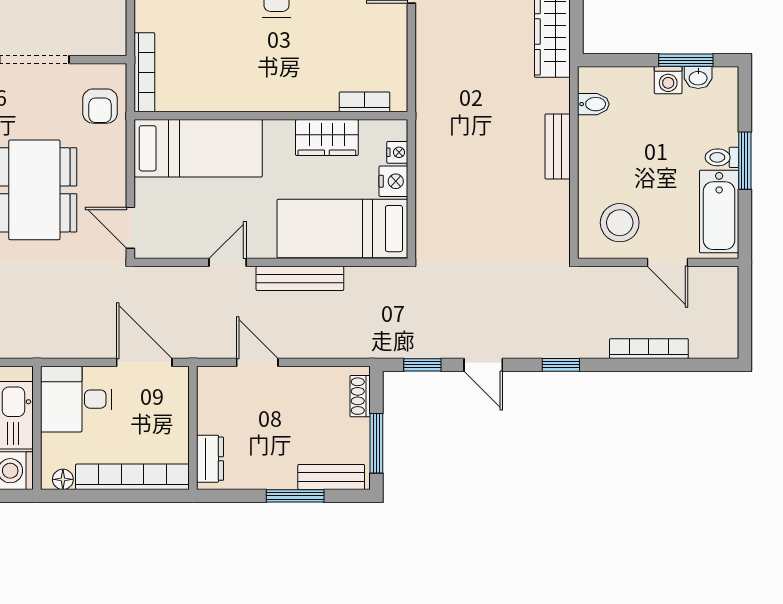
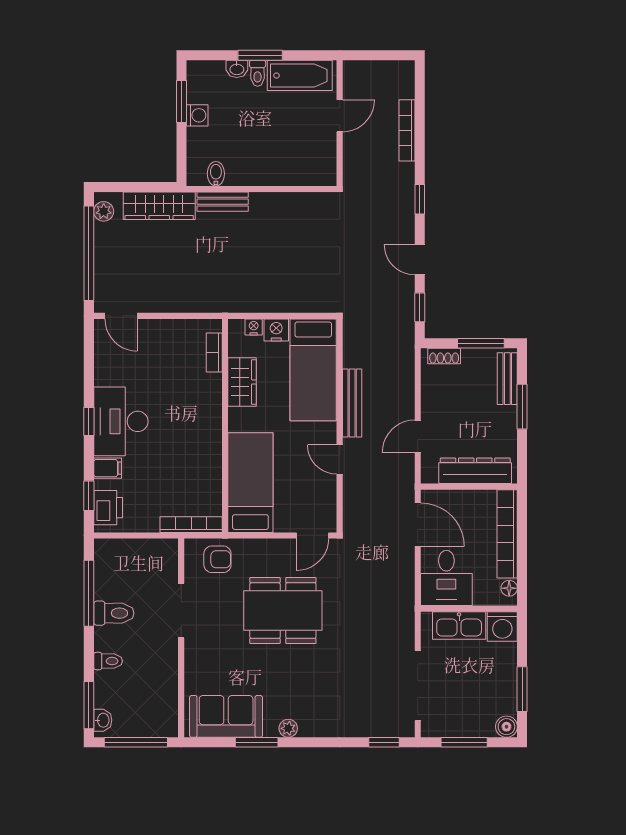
washbasin: (698, 77) -> (237, 69), moved, turned 90
bench: (558, 146) -> (223, 202), moved
stool: (620, 223) -> (309, 153), removed
door: (144, 362) -> (418, 525), swing flipped
door: (483, 365) -> (420, 260), swing flipped
dresser: (210, 459) -> (475, 471), width x1.96, depth x1.24

